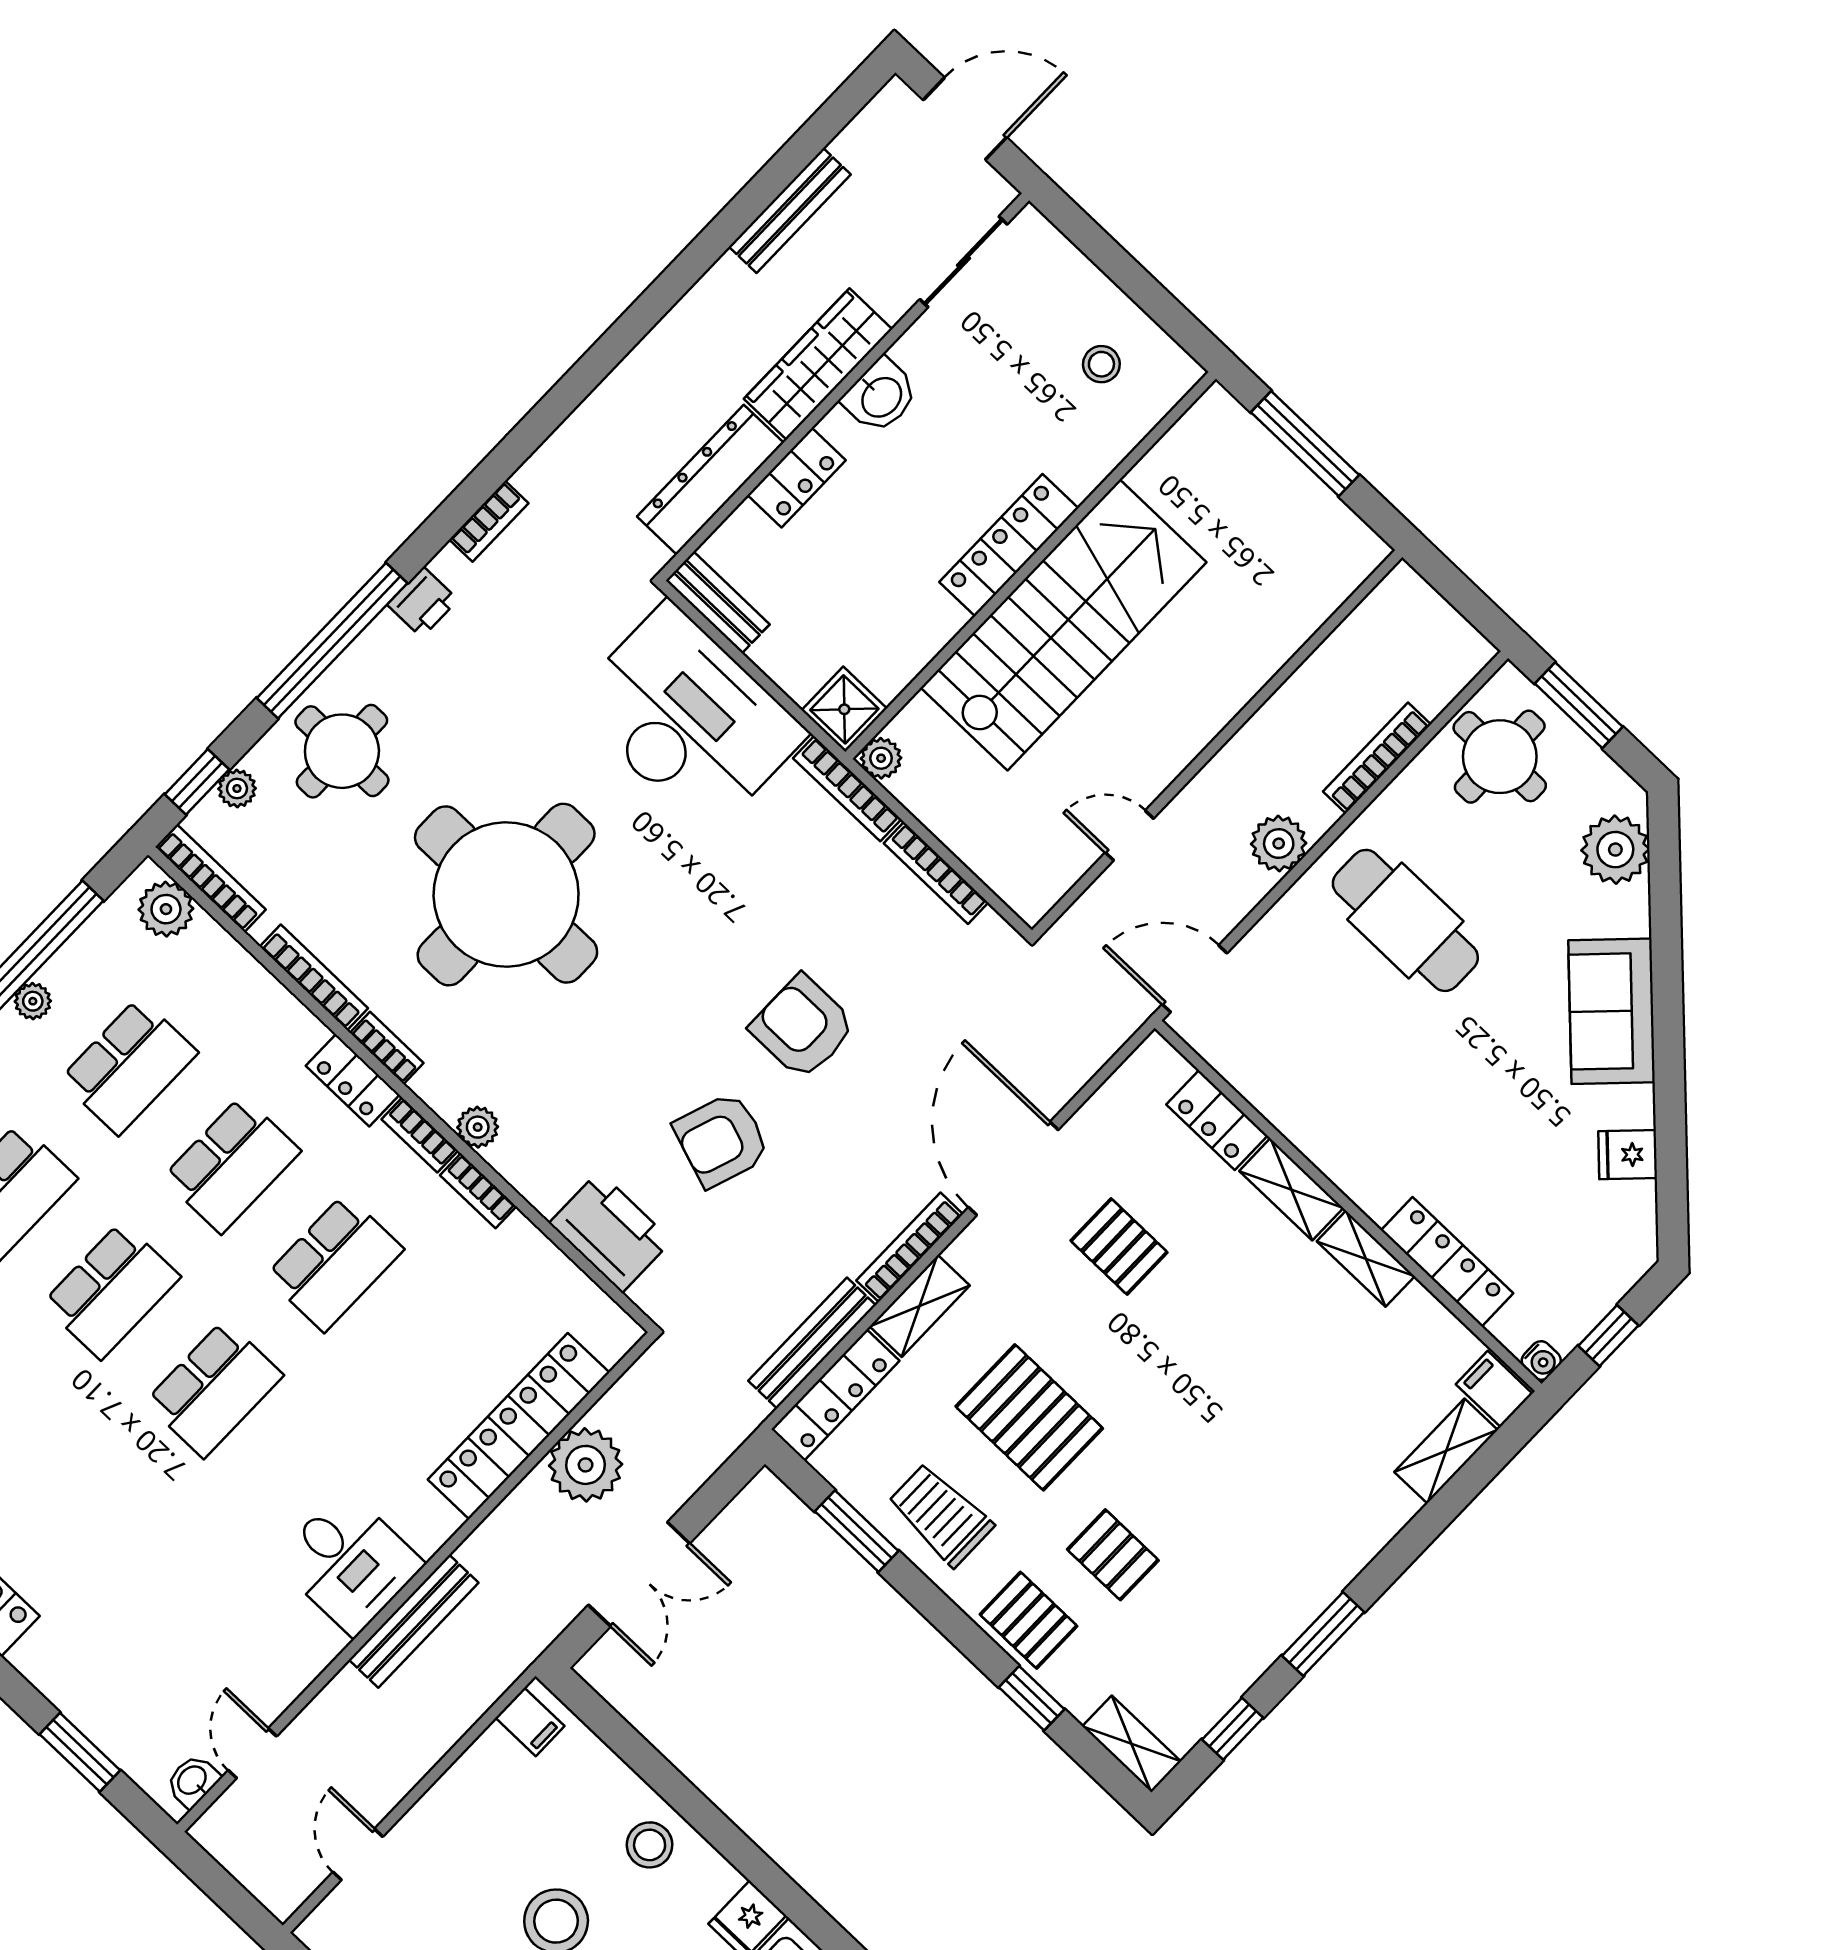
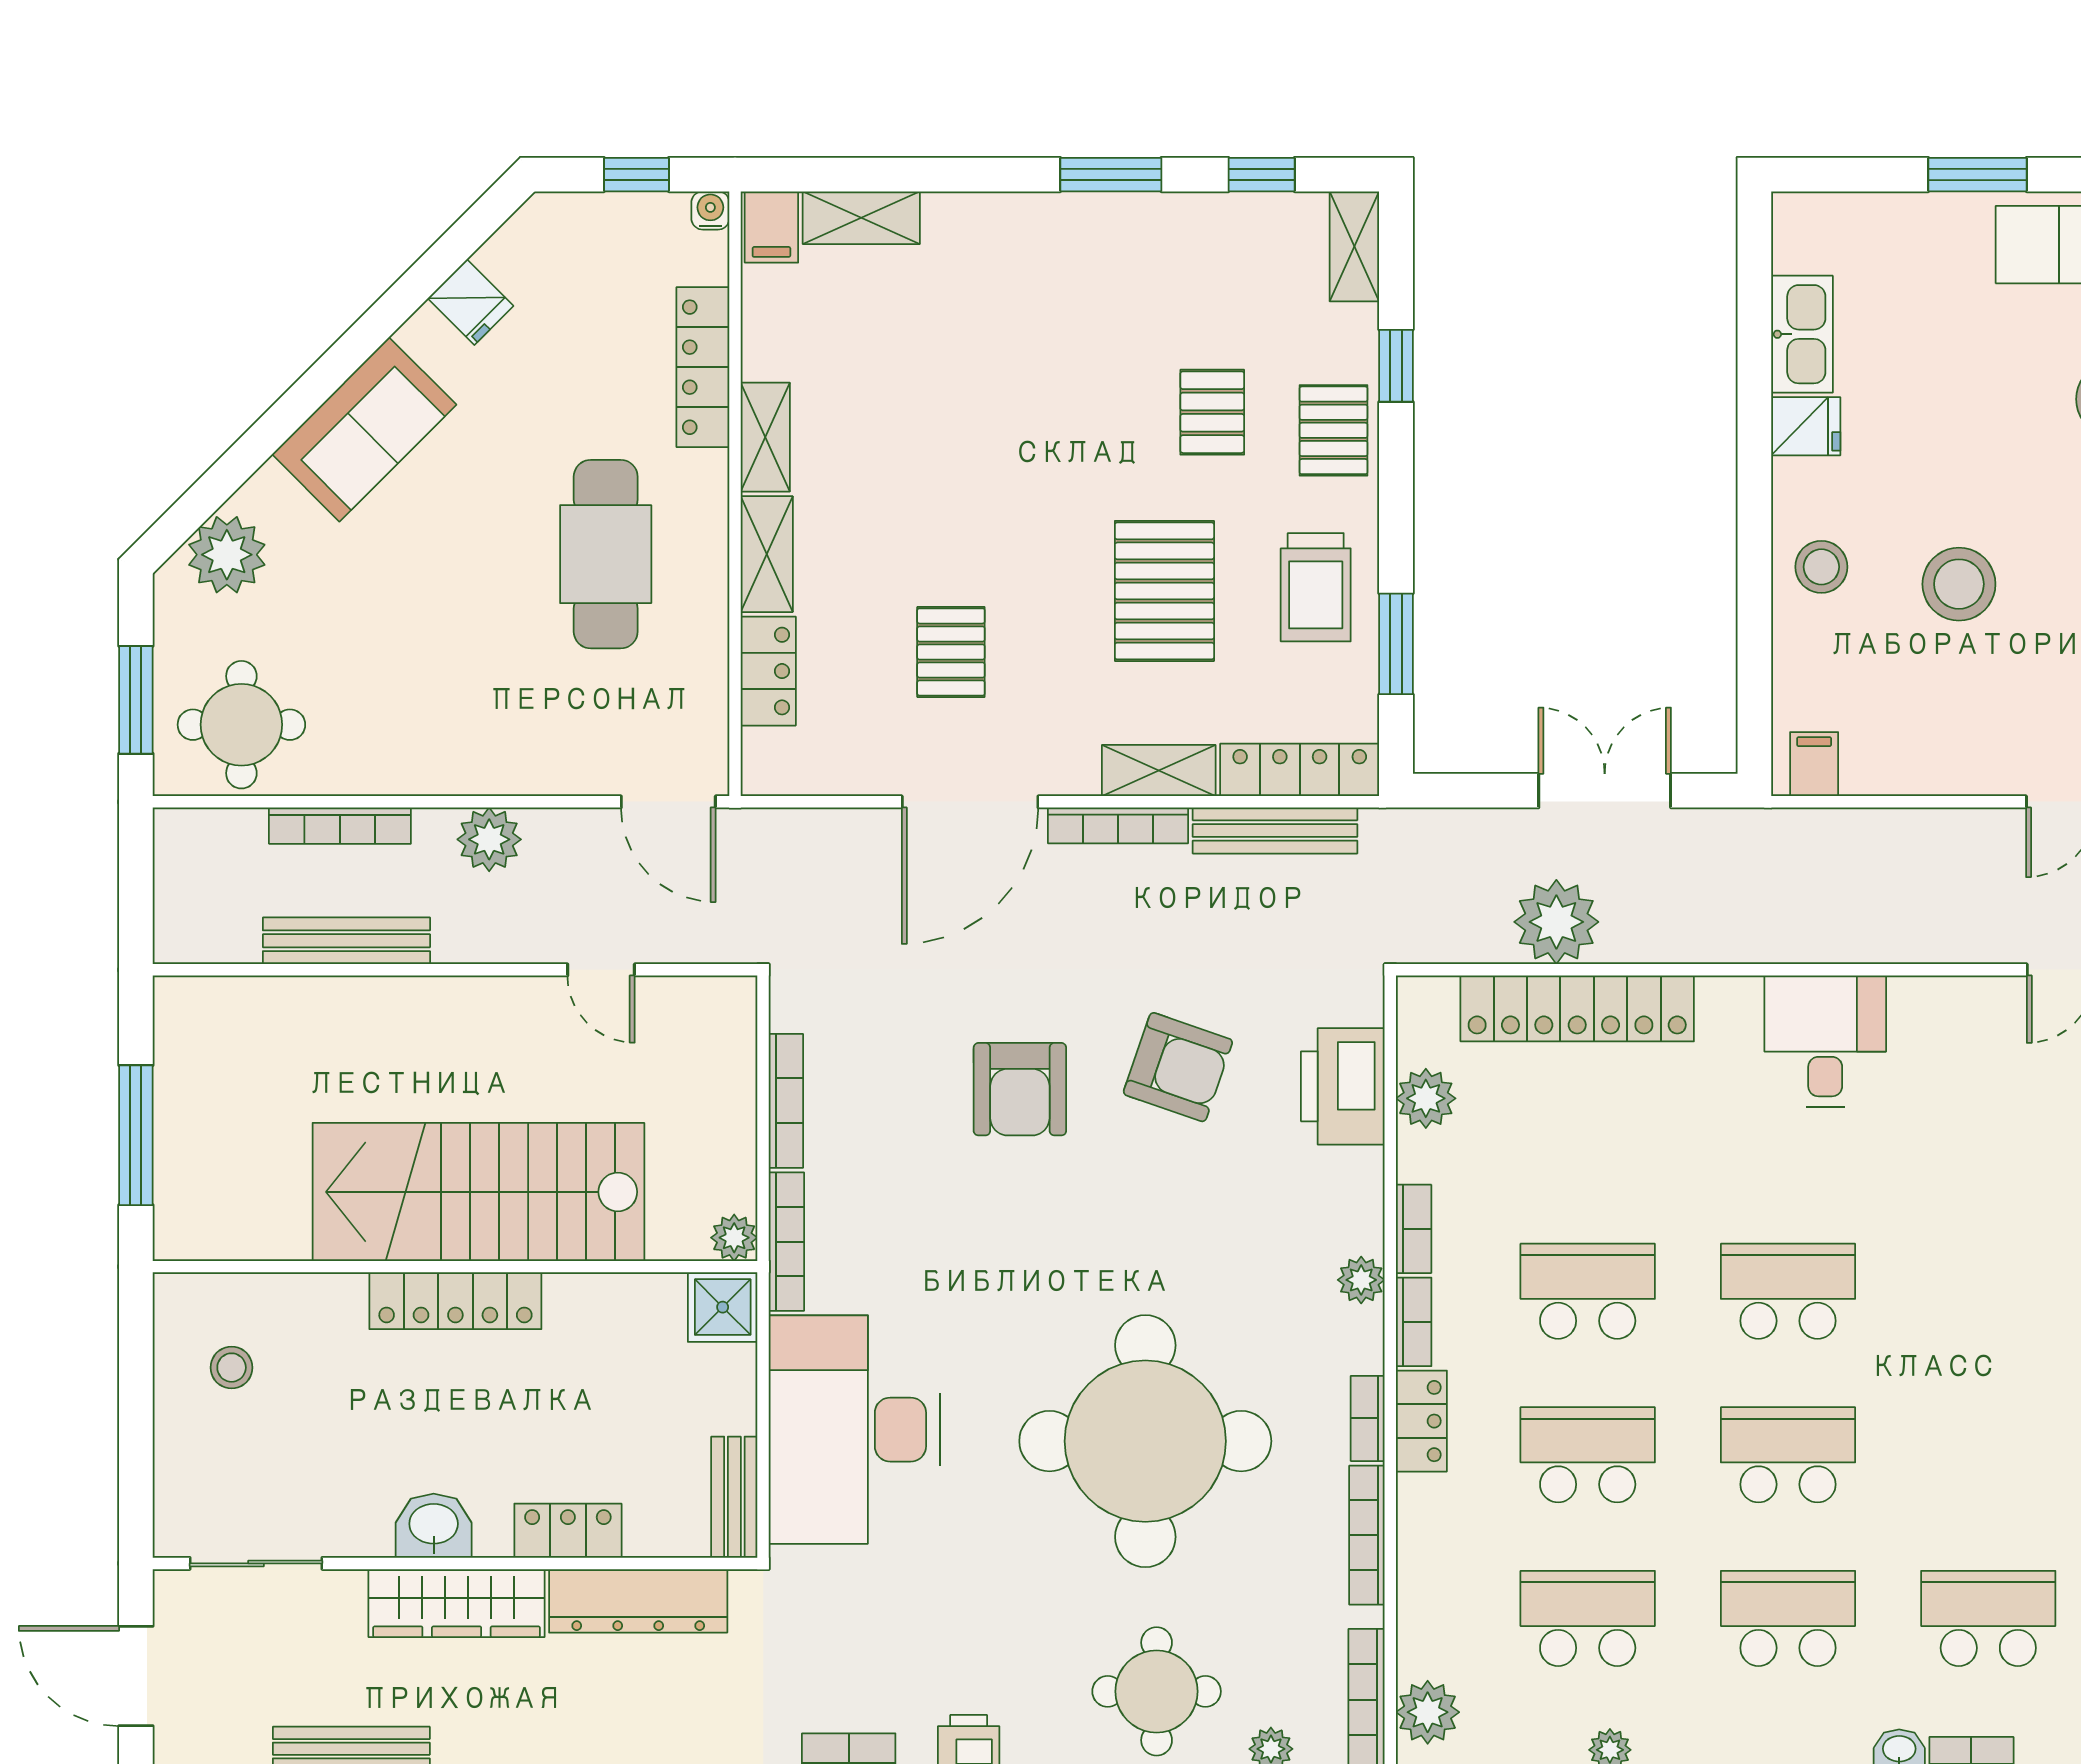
cafe table: (1405, 920) -> (606, 554), moved
plant: (553, 1277) -> (1426, 1098), added
bench: (414, 1621) -> (346, 941), moved

